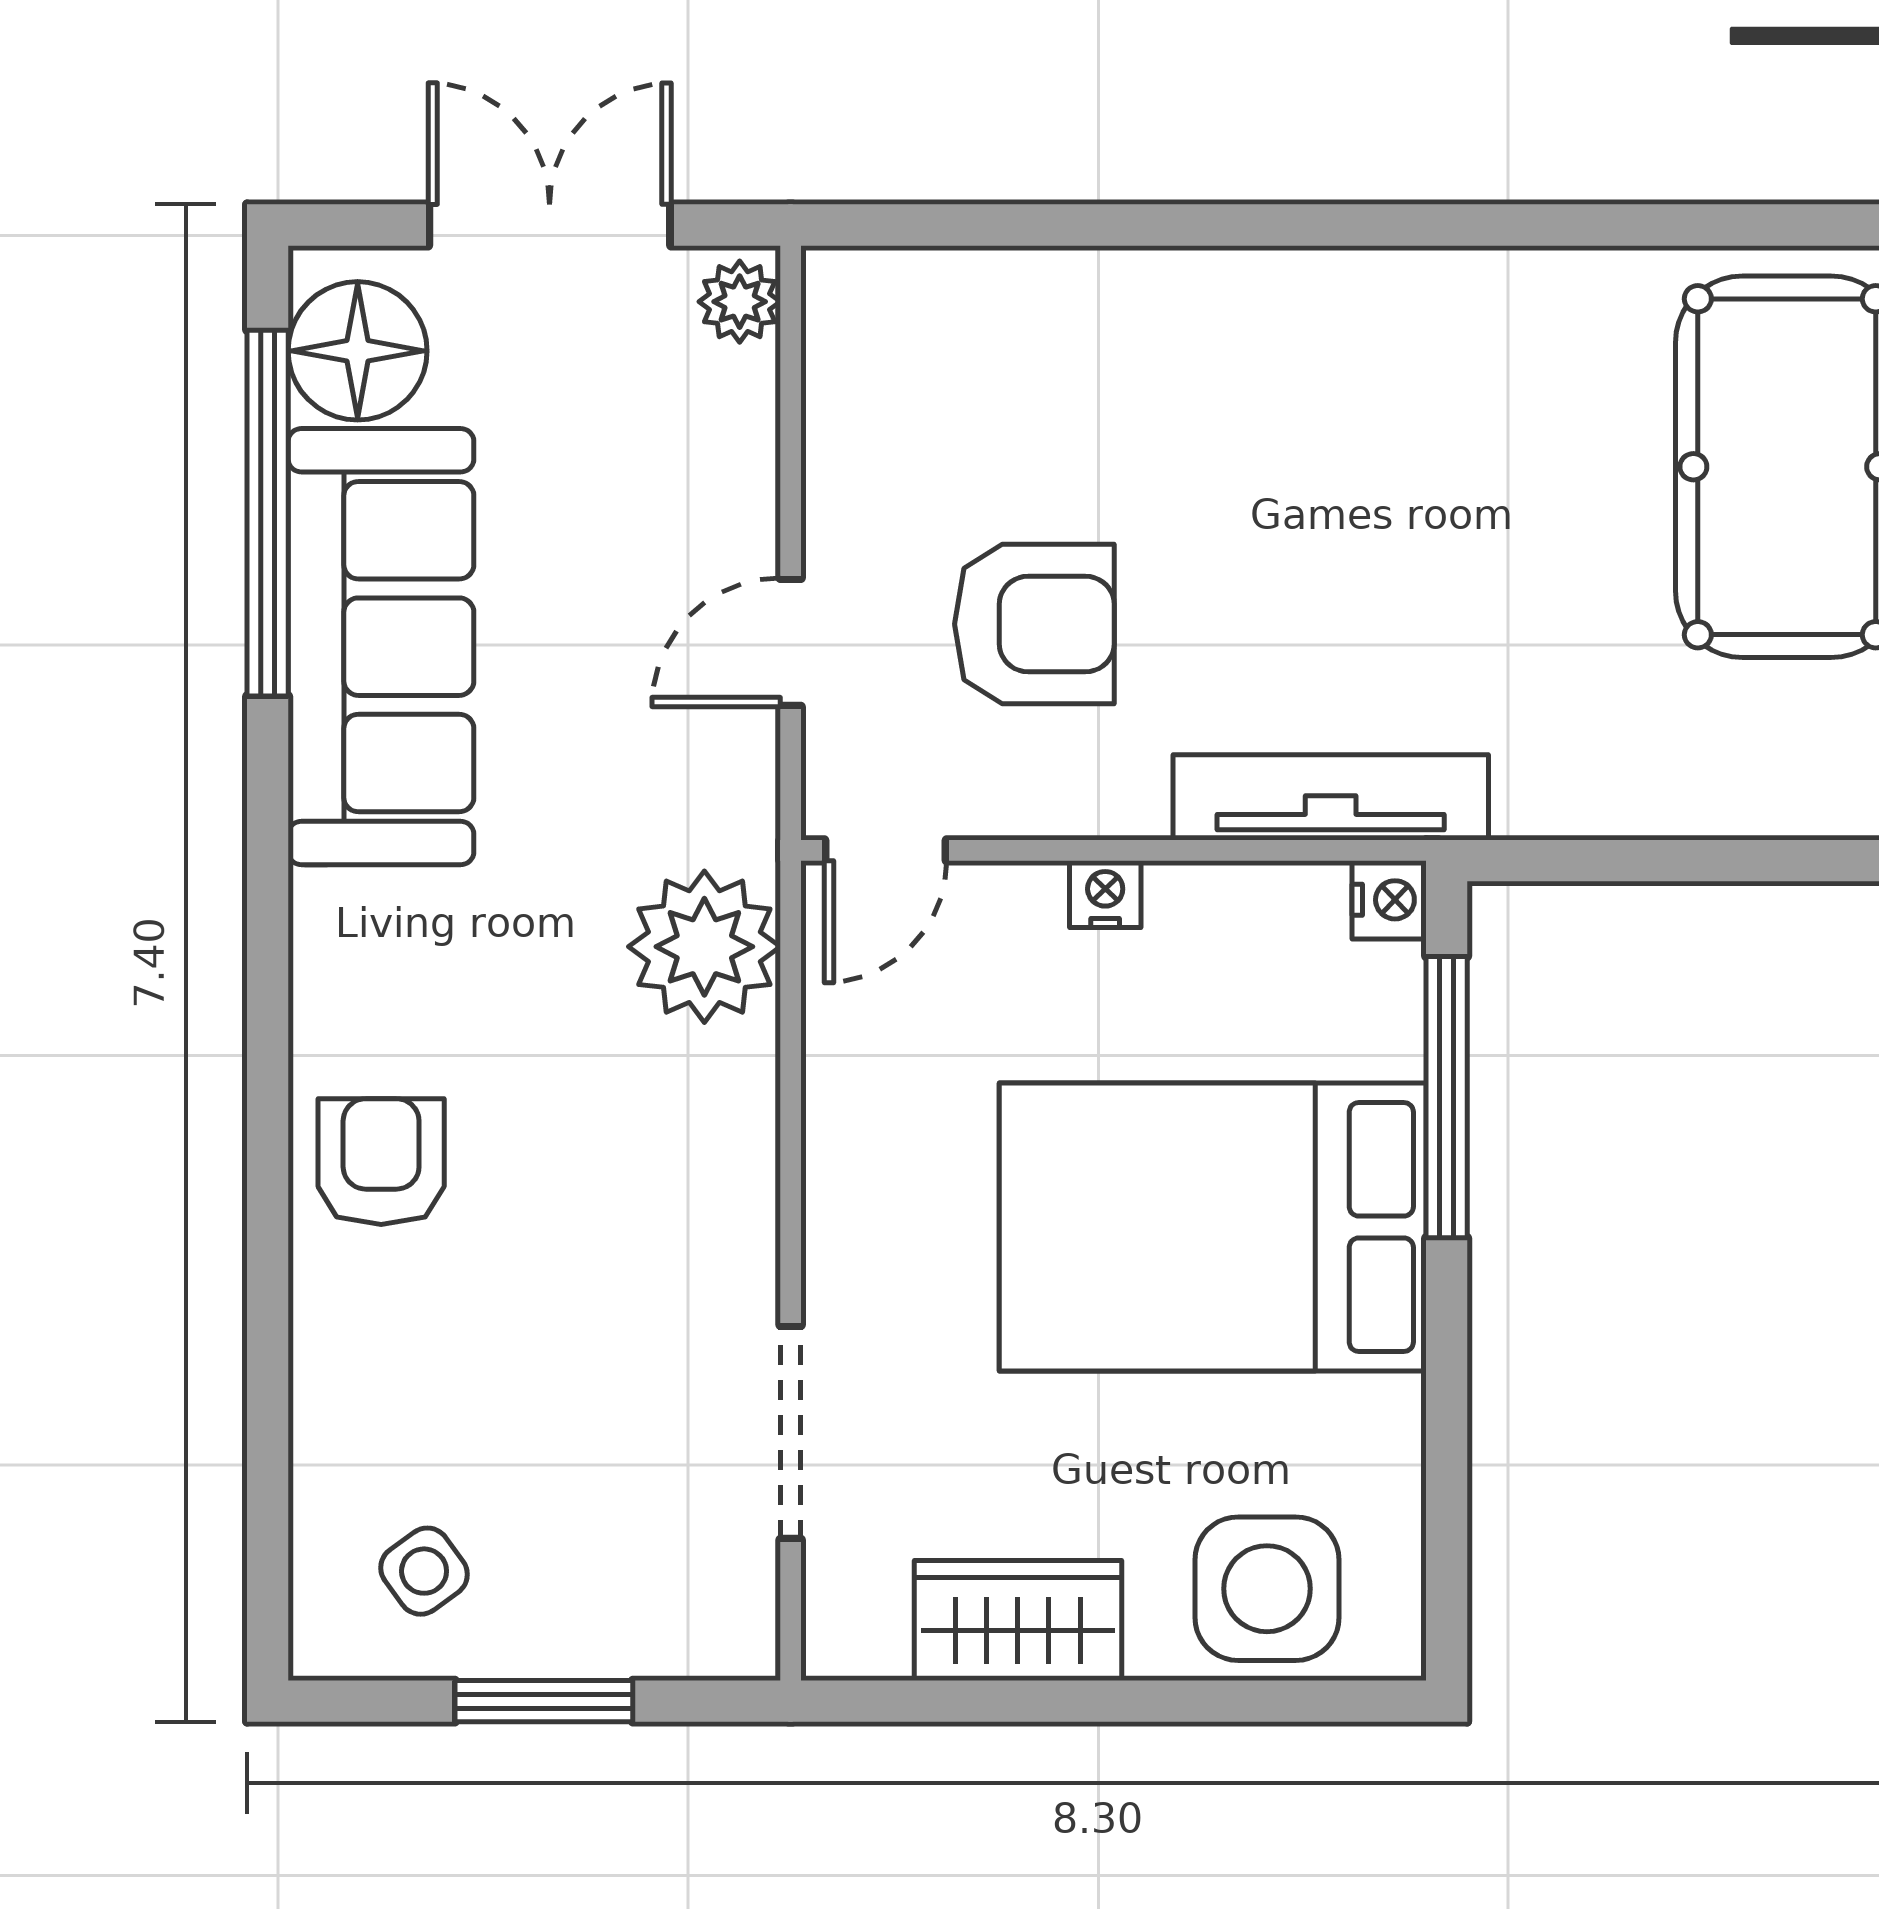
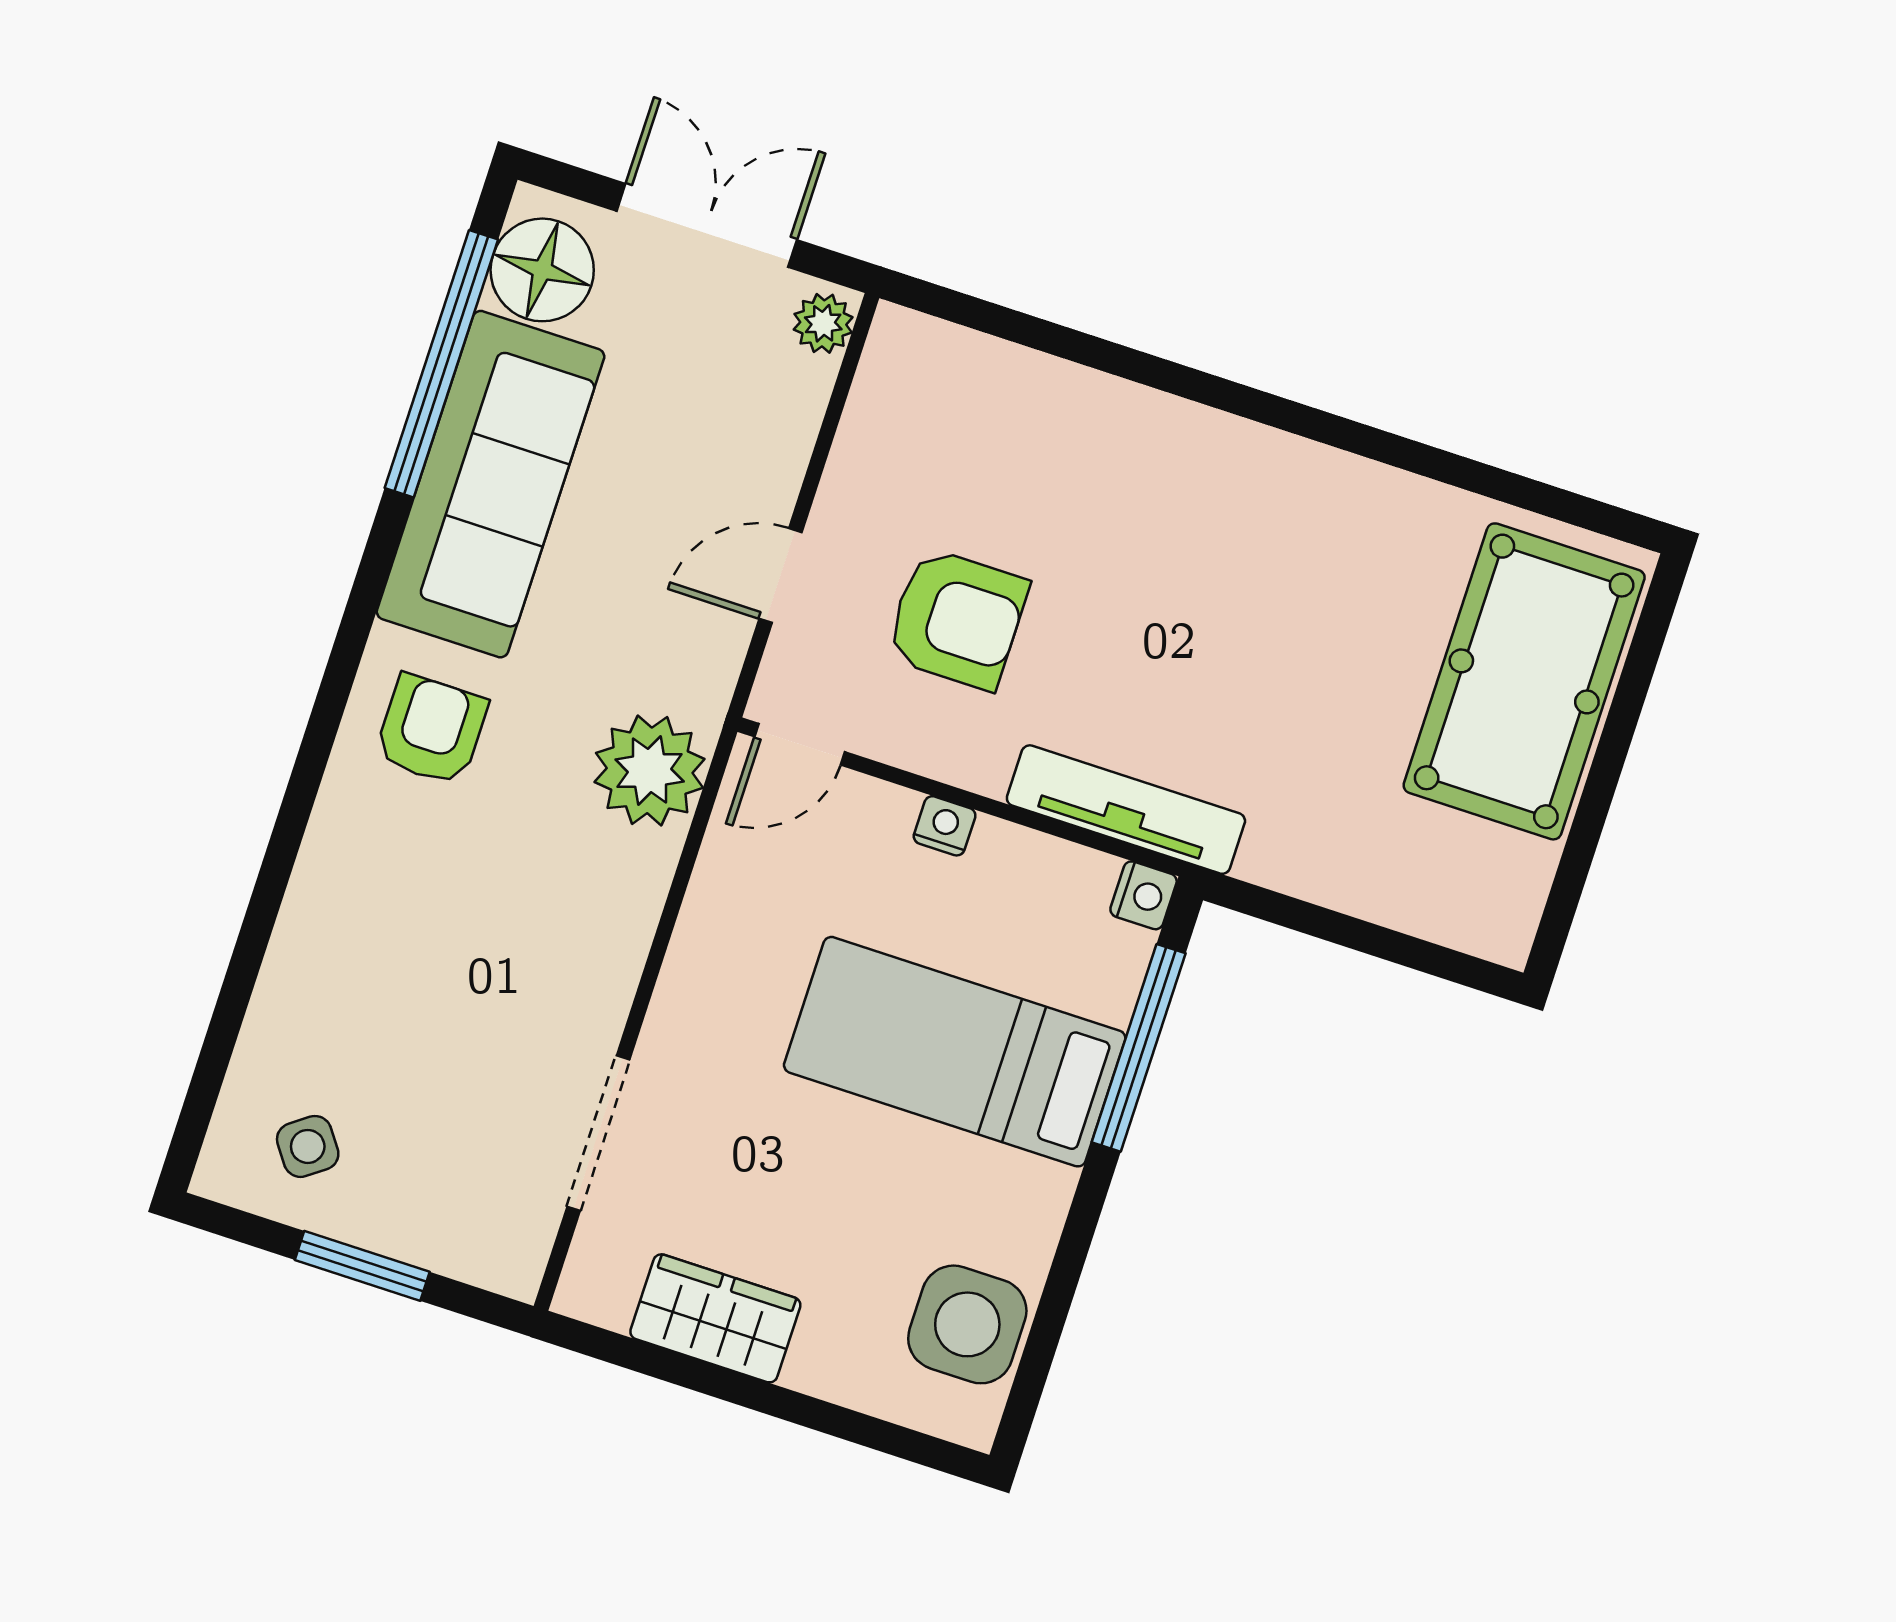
armchair: (381, 1162) -> (431, 730), moved
bed: (1213, 1227) -> (955, 1052), width x0.67
side table: (1267, 1589) -> (967, 1324), moved

